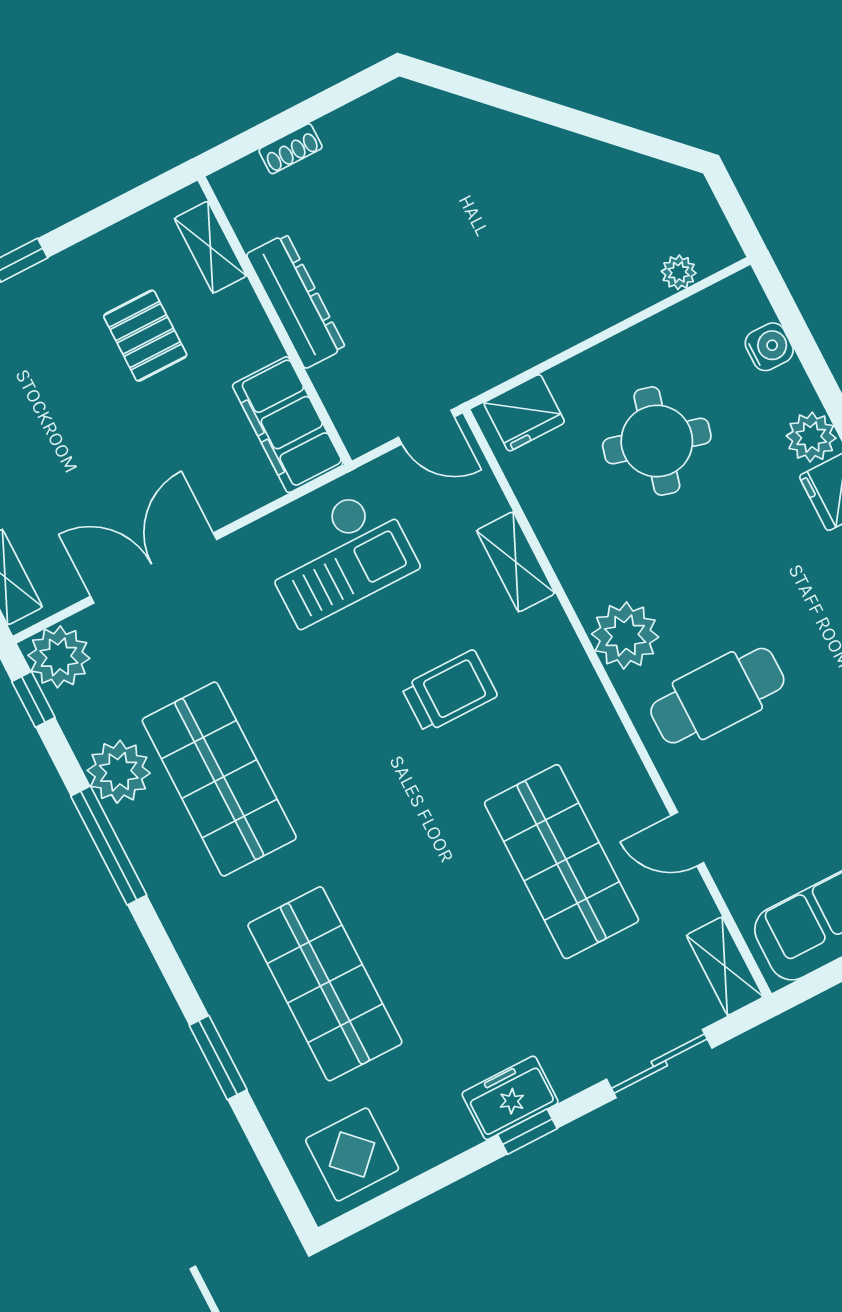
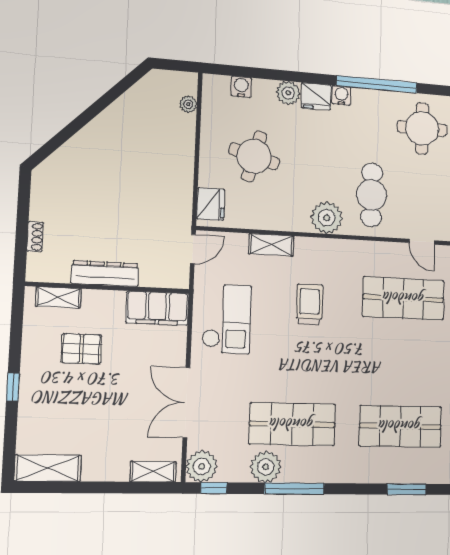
door: (687, 839) -> (422, 242), hinge flipped

